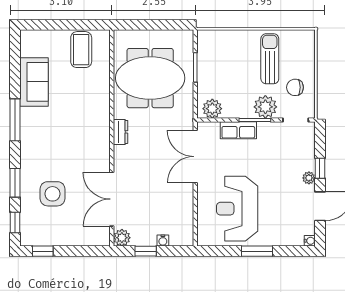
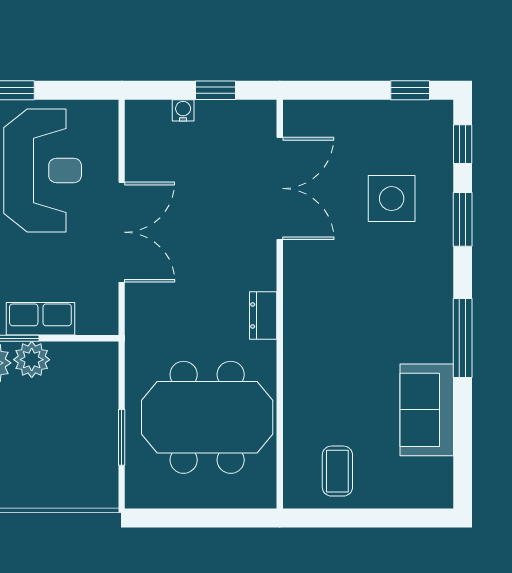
coffee table: (81, 50) -> (337, 471), width x0.73, depth x0.77
plant: (212, 109) -> (32, 360), moved
double door: (195, 157) -> (122, 232), moved
plant: (122, 238) -> (261, 116), removed

